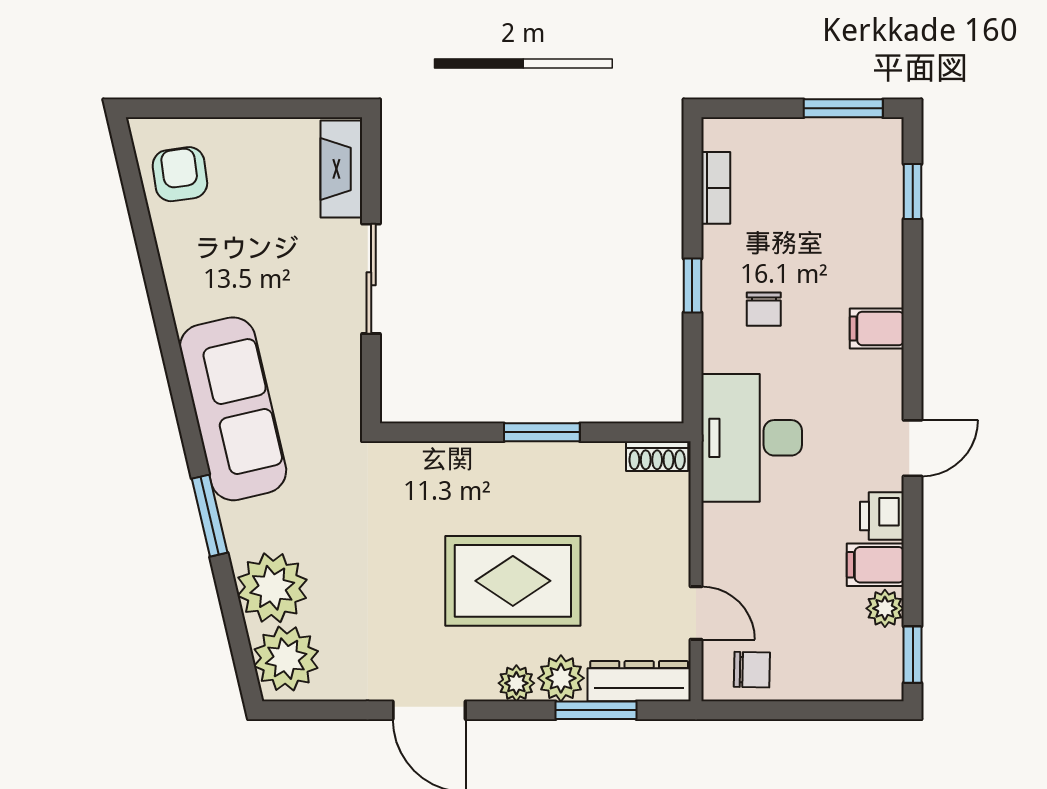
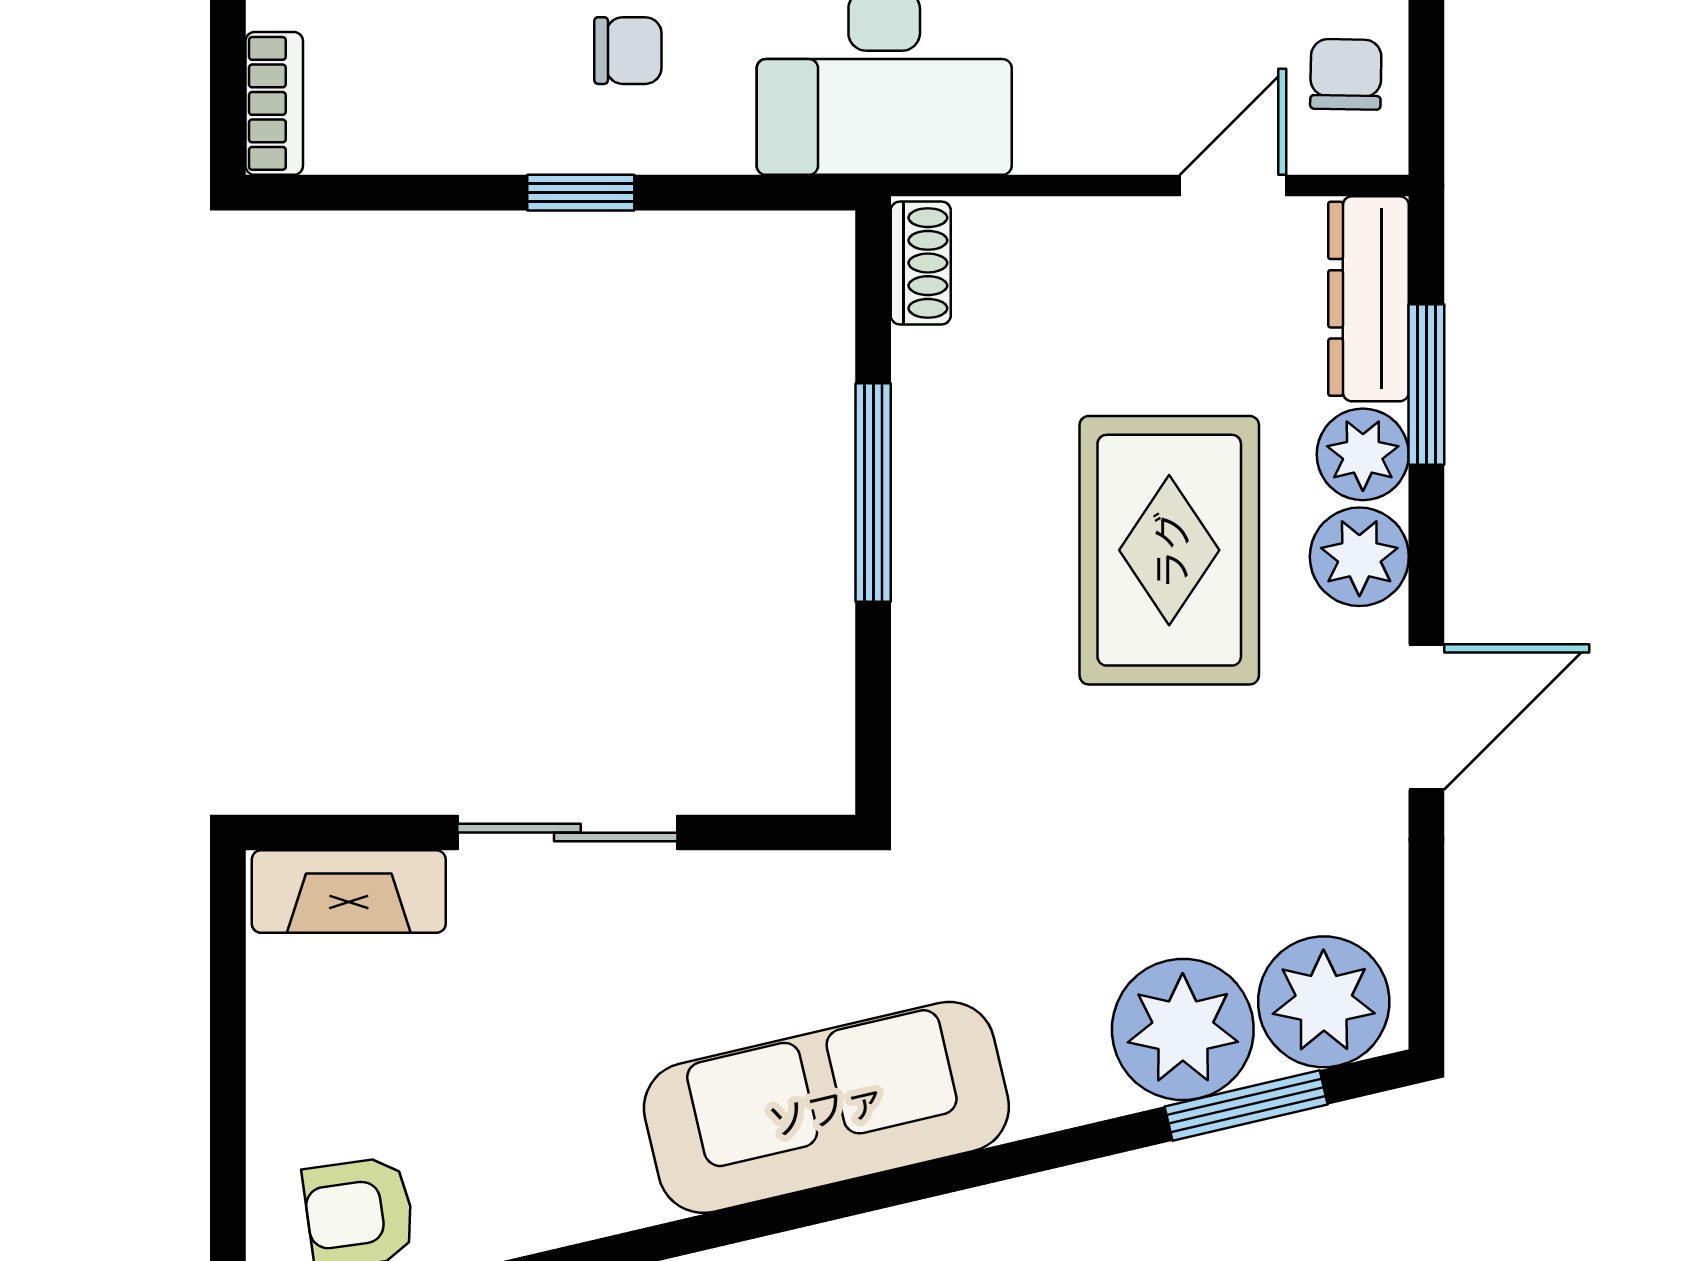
bookcase: (716, 188) -> (274, 103), moved, turned 90
window: (542, 432) -> (873, 492), width x1.44
window: (210, 516) -> (1246, 1106), moved
plant: (516, 683) -> (1359, 557), width x1.38, depth x1.38

